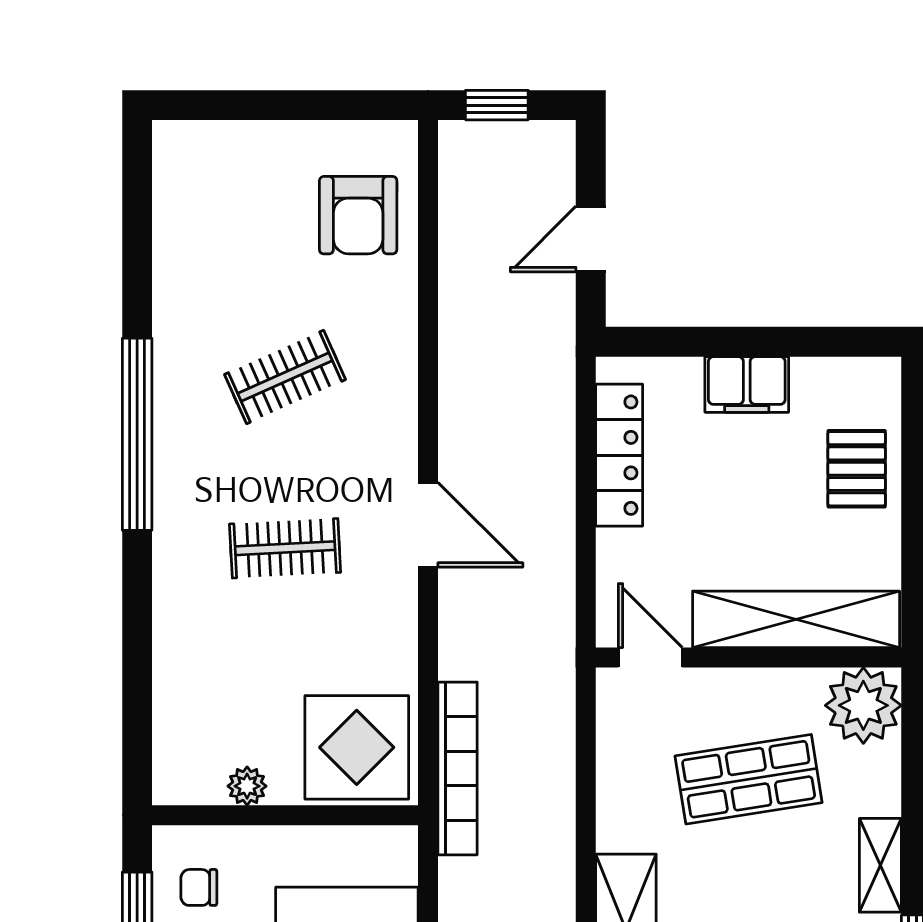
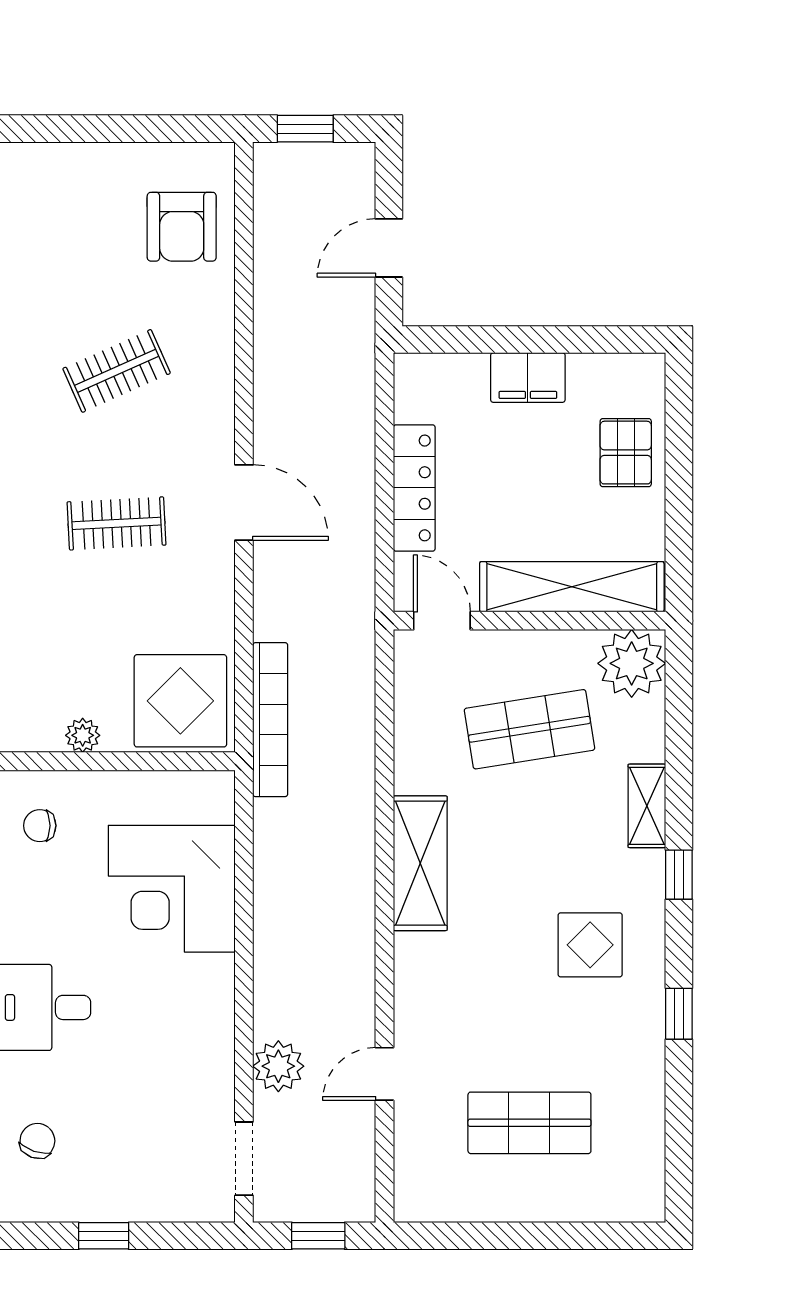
locker: (619, 455) -> (414, 488), moved

